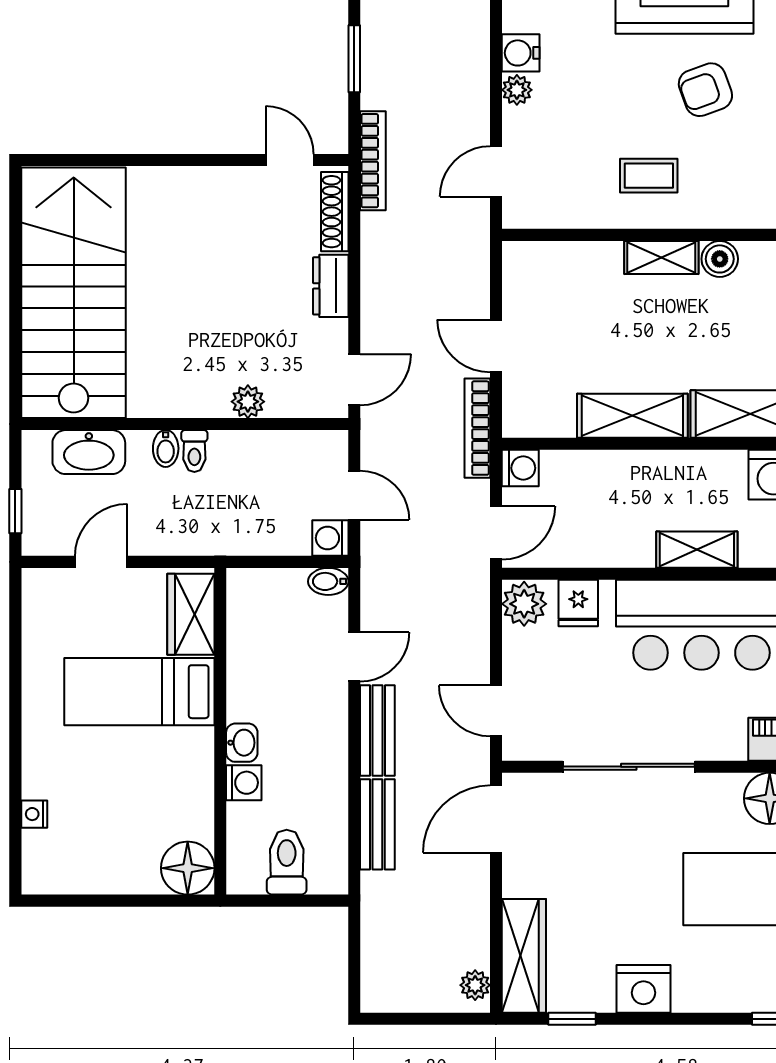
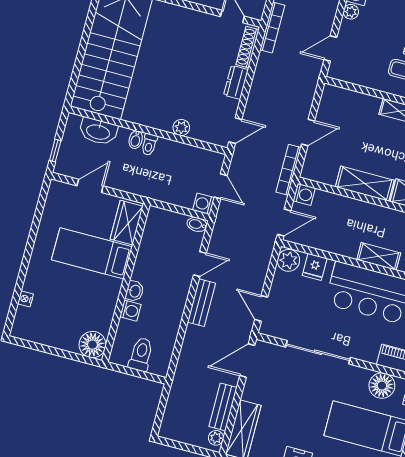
door: (496, 346) -> (308, 133), swing flipped
bench: (377, 824) -> (223, 407), moved

